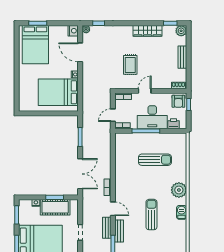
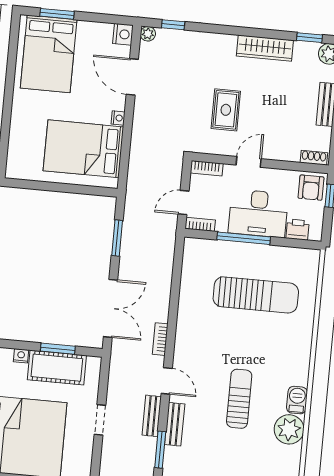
sun lounger: (155, 160) -> (256, 295), width x1.36, depth x1.34
plant: (179, 190) -> (289, 429), moved

